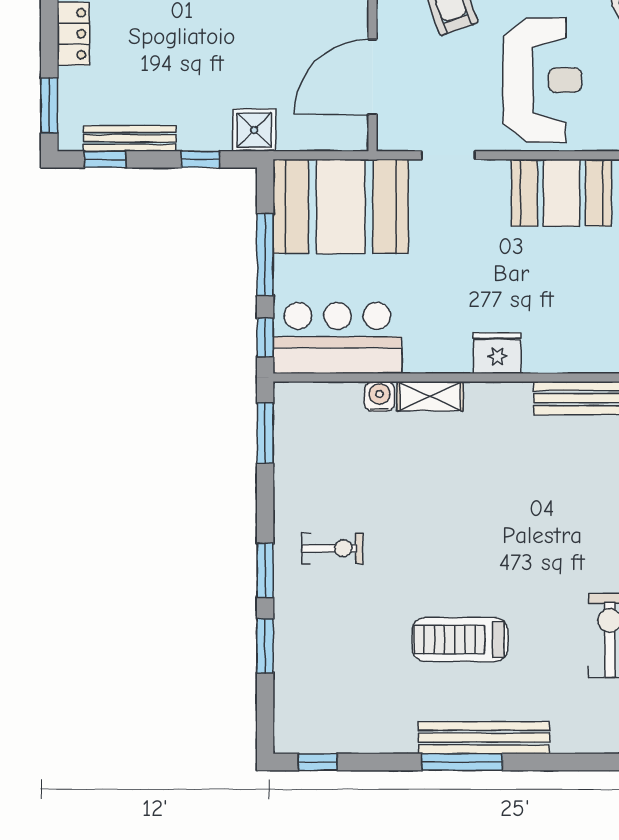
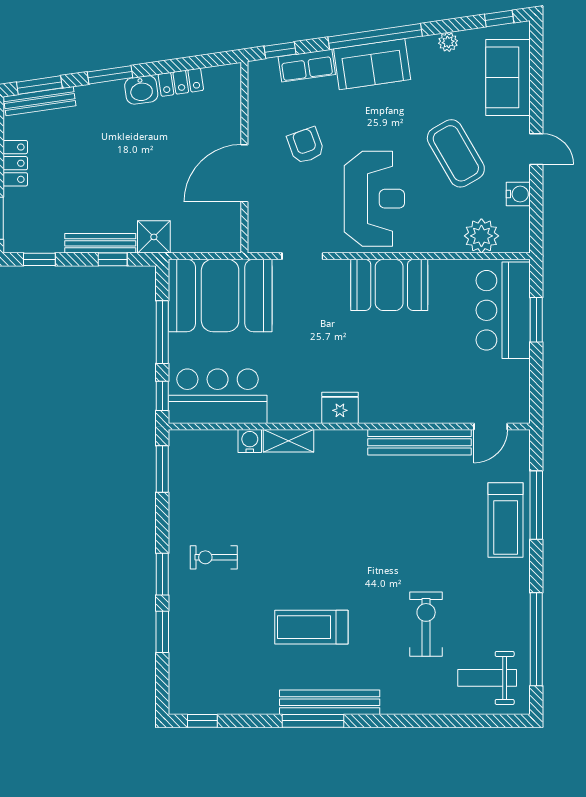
door: (372, 77) -> (244, 173), moved
bench: (130, 138) -> (100, 243), moved
exercise bike: (332, 548) -> (214, 557), turned 180

